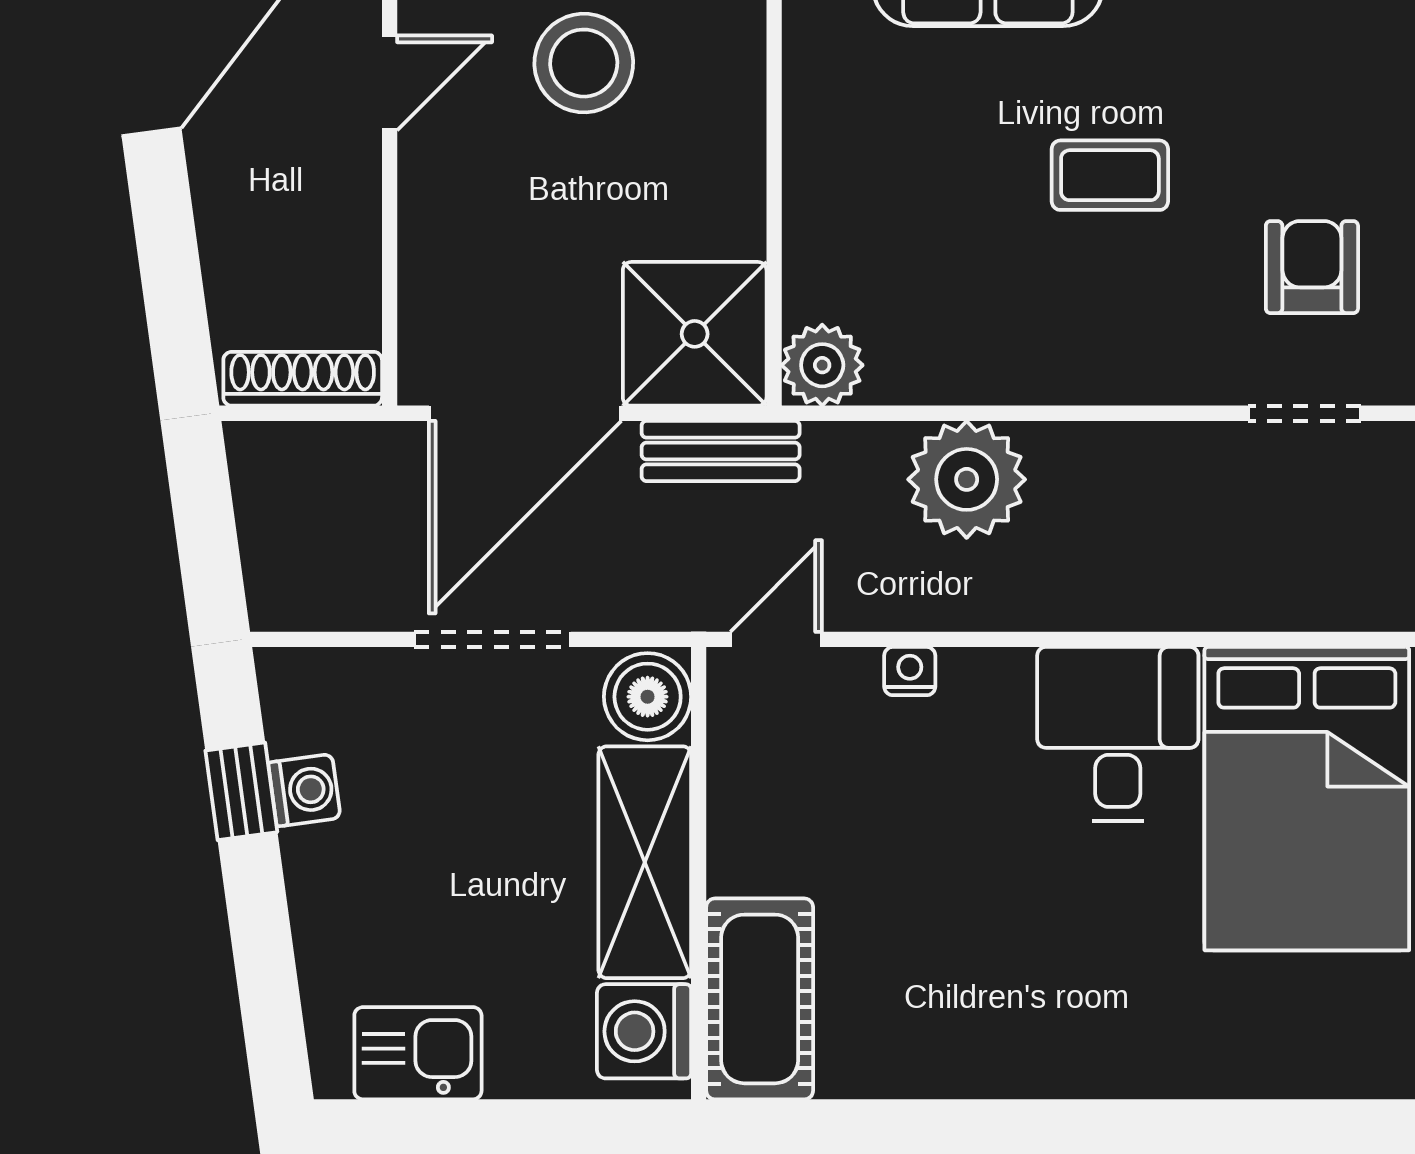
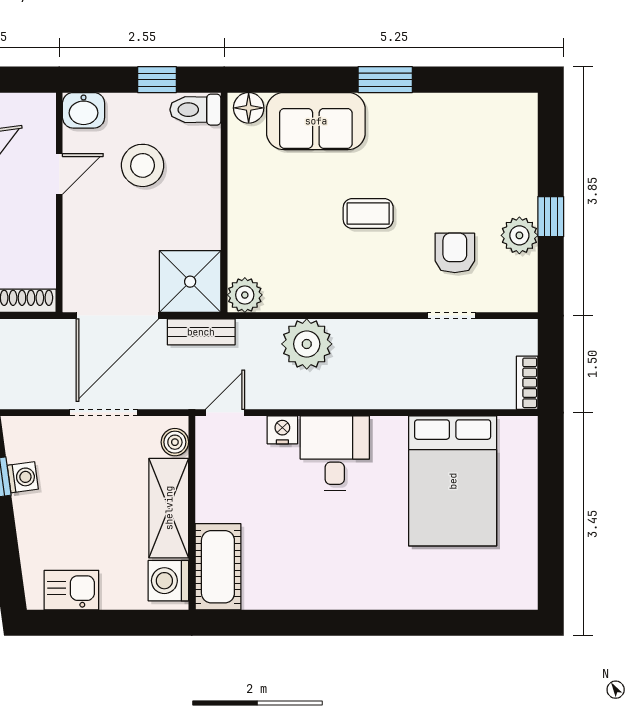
nightstand: (910, 671) -> (282, 430), width x1.39, depth x1.35
boiler: (648, 697) -> (175, 442), width x0.73, depth x0.73
desk: (1118, 734) -> (335, 453), moved

